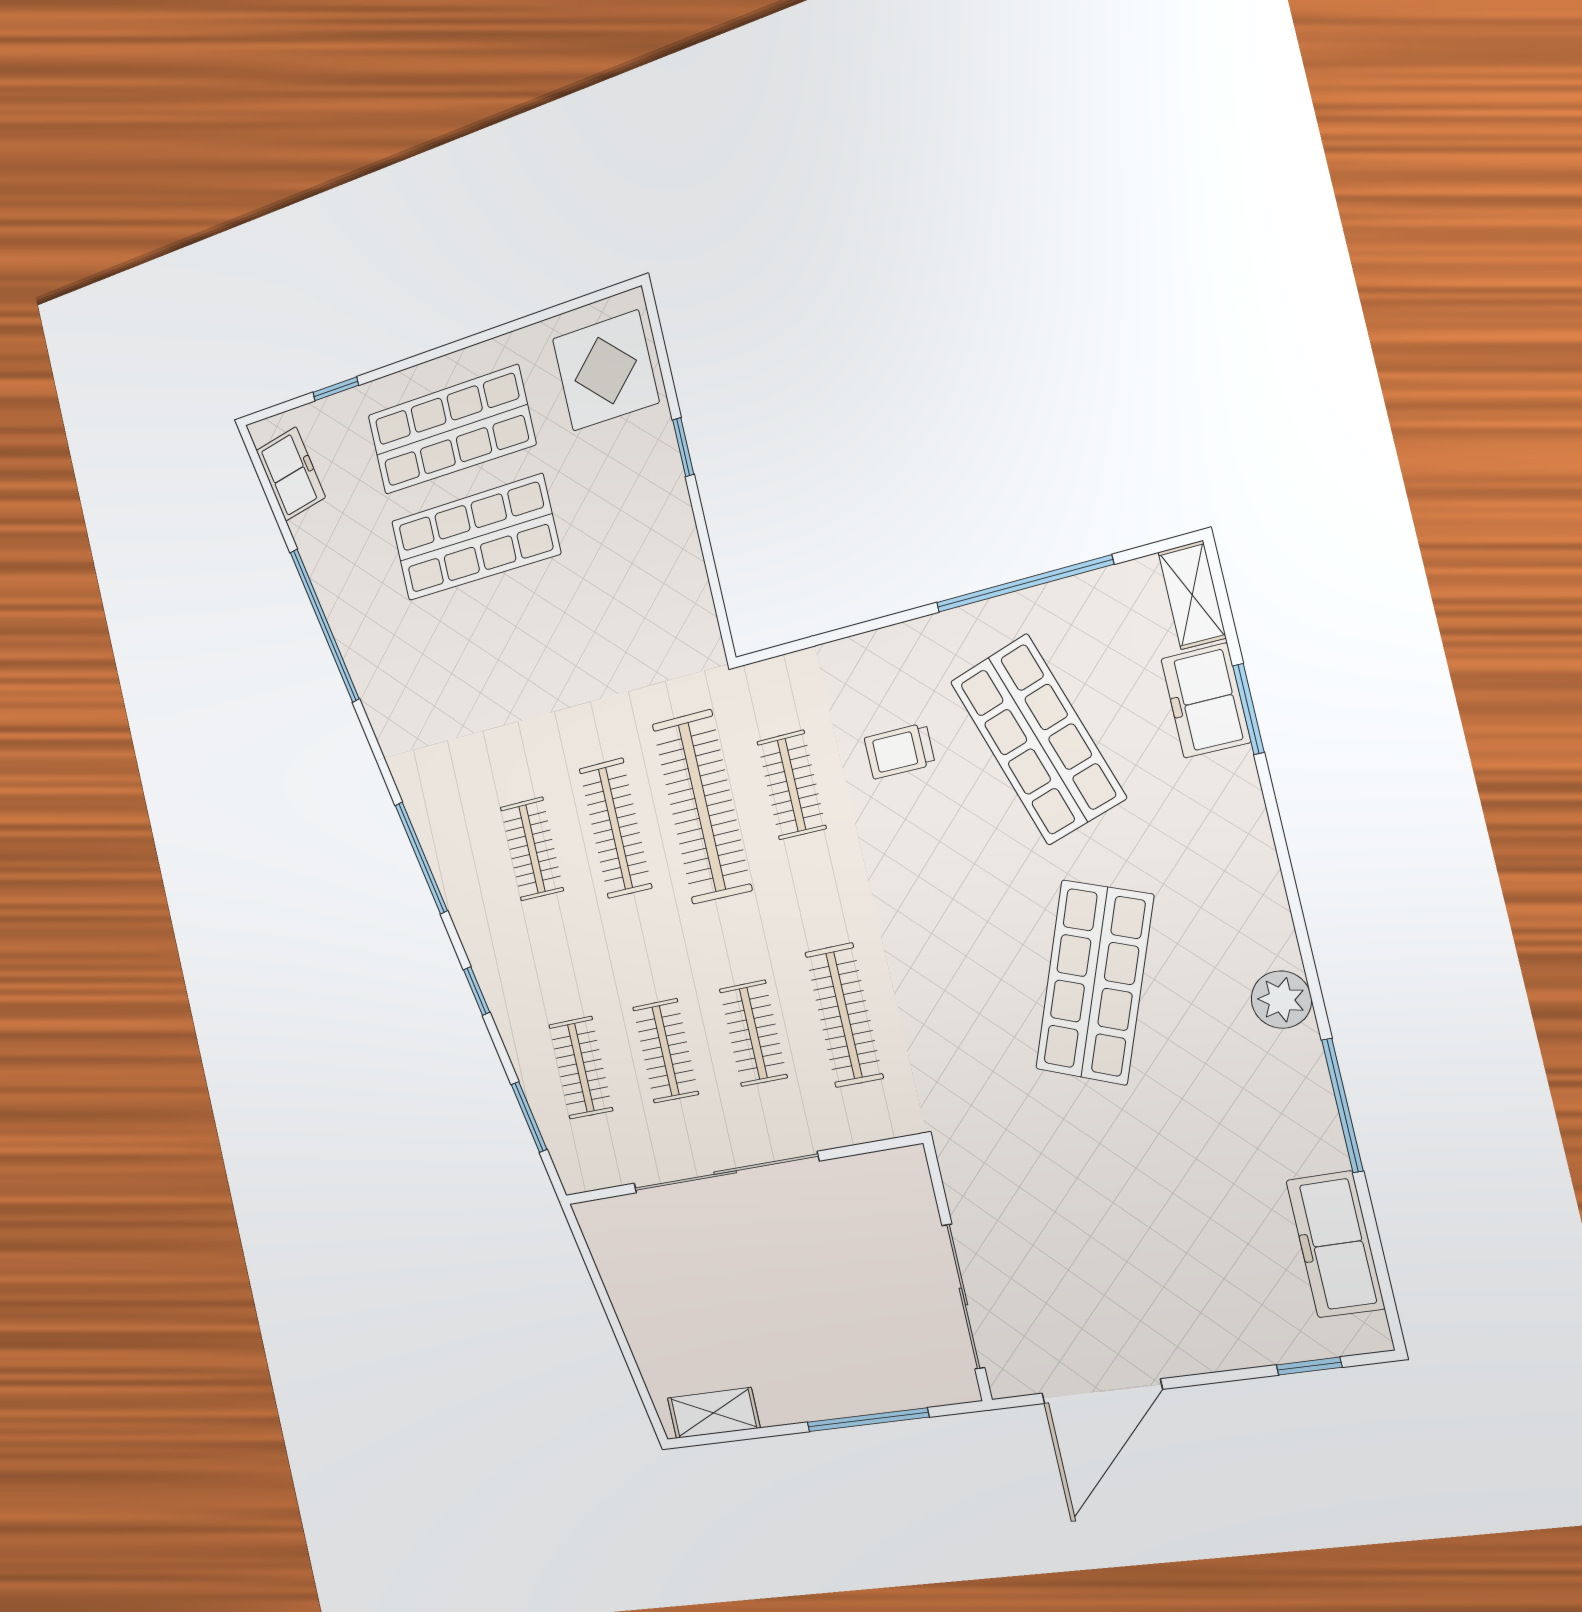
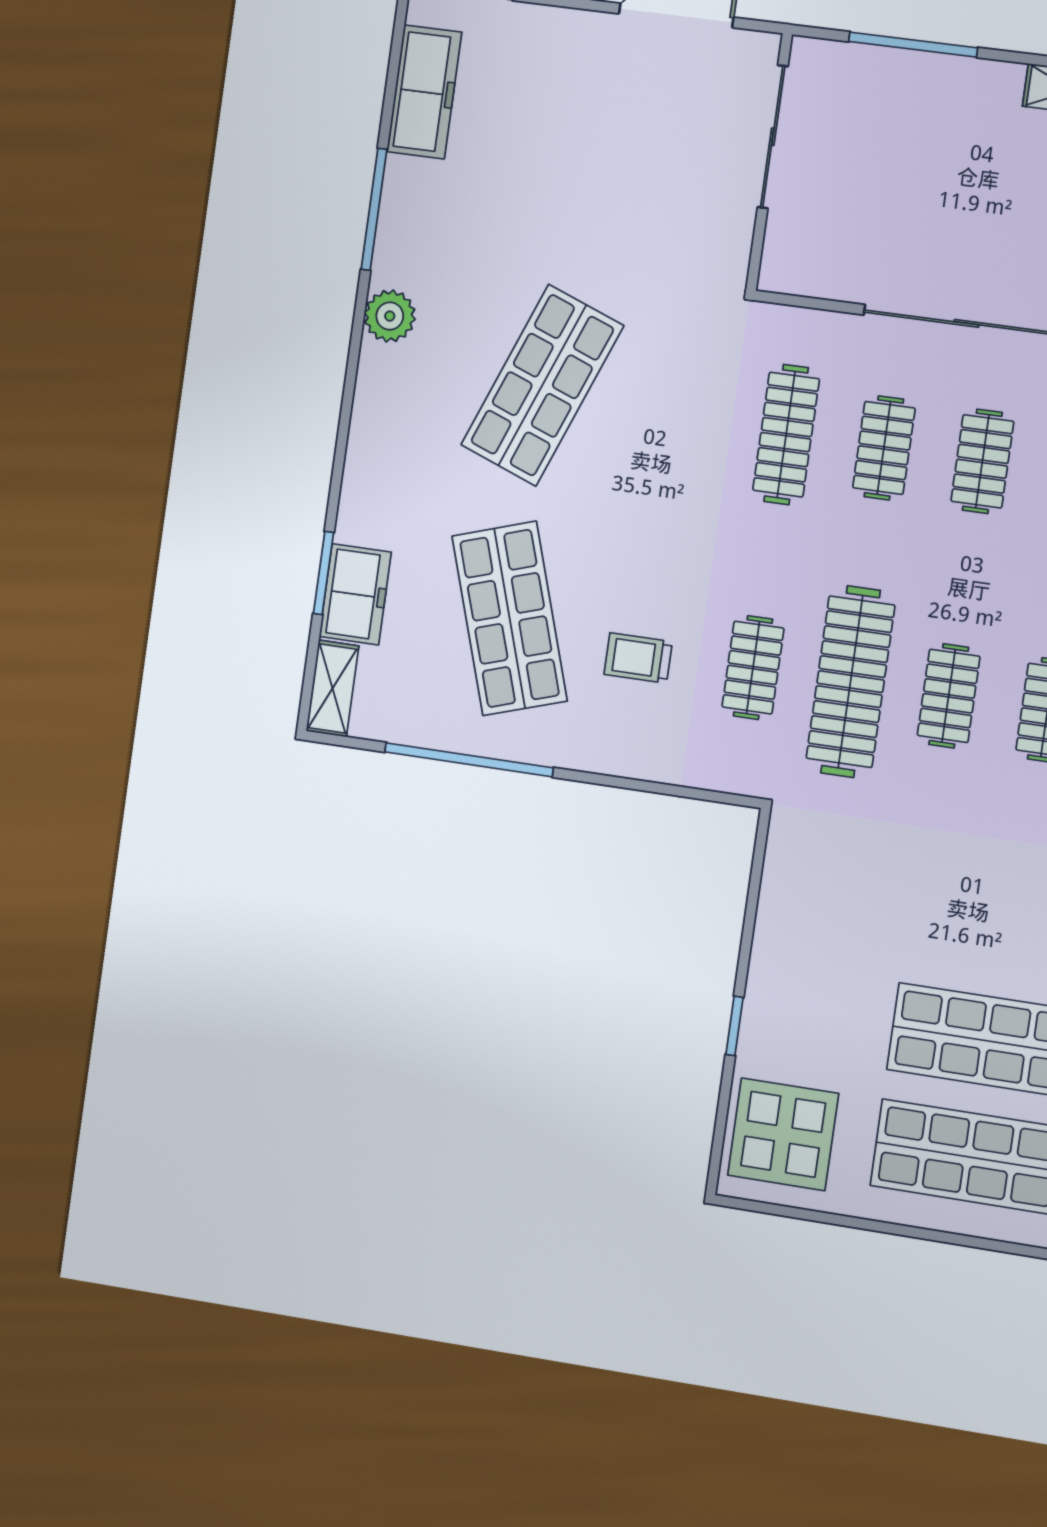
trolley: (899, 751) -> (638, 658), turned 180
clothes rail: (616, 828) -> (949, 696), width x0.73

